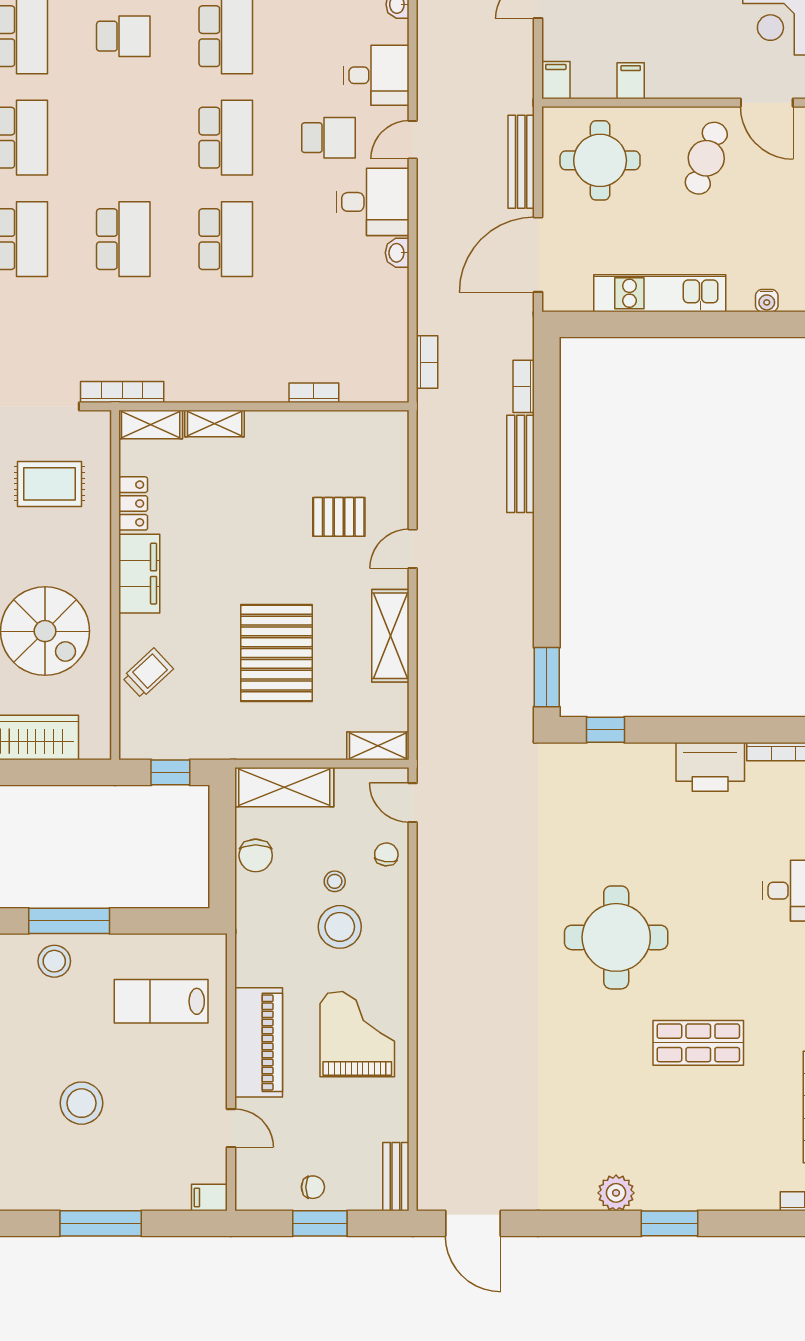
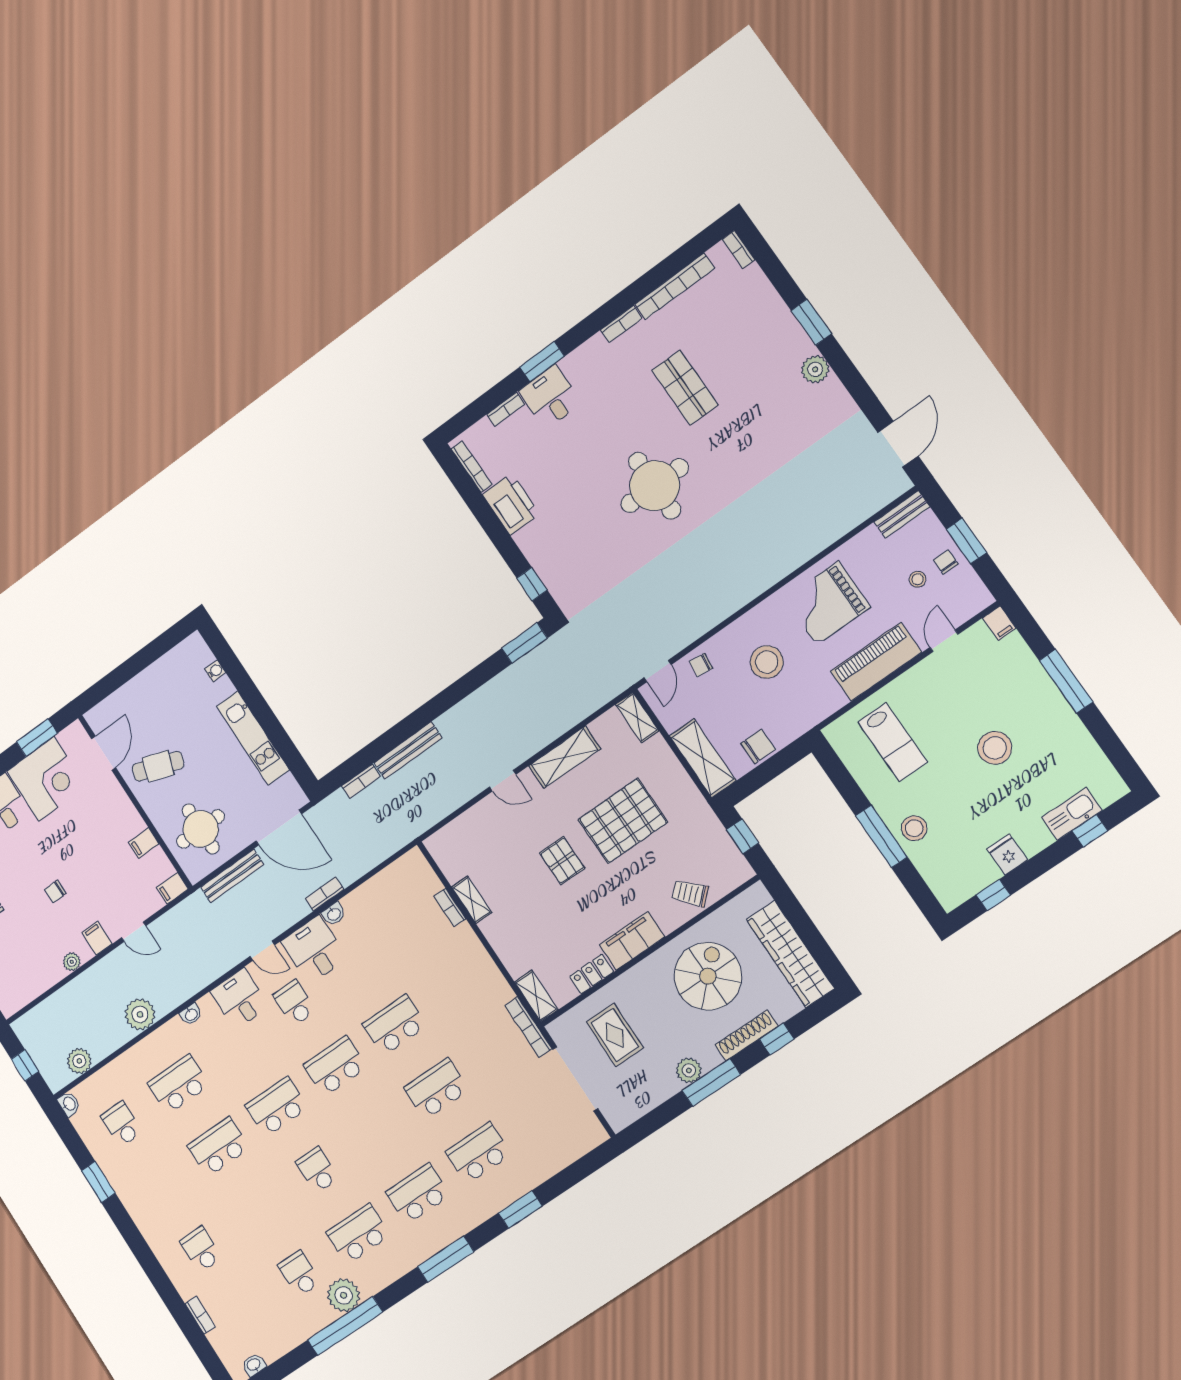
bookcase: (427, 362) -> (324, 894), moved
shelving: (215, 424) -> (472, 900), moved
pallet: (339, 517) -> (562, 861), moved
stool: (335, 881) -> (918, 579), moved

